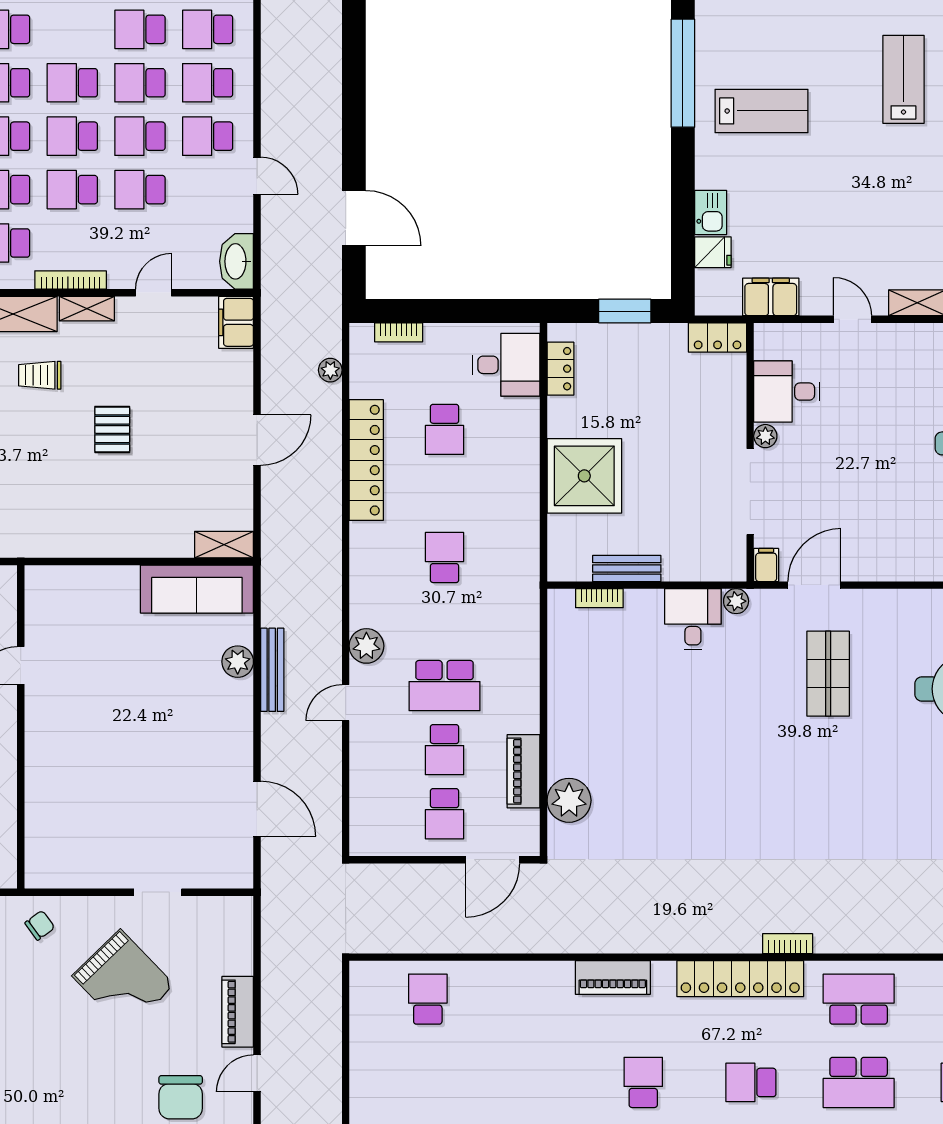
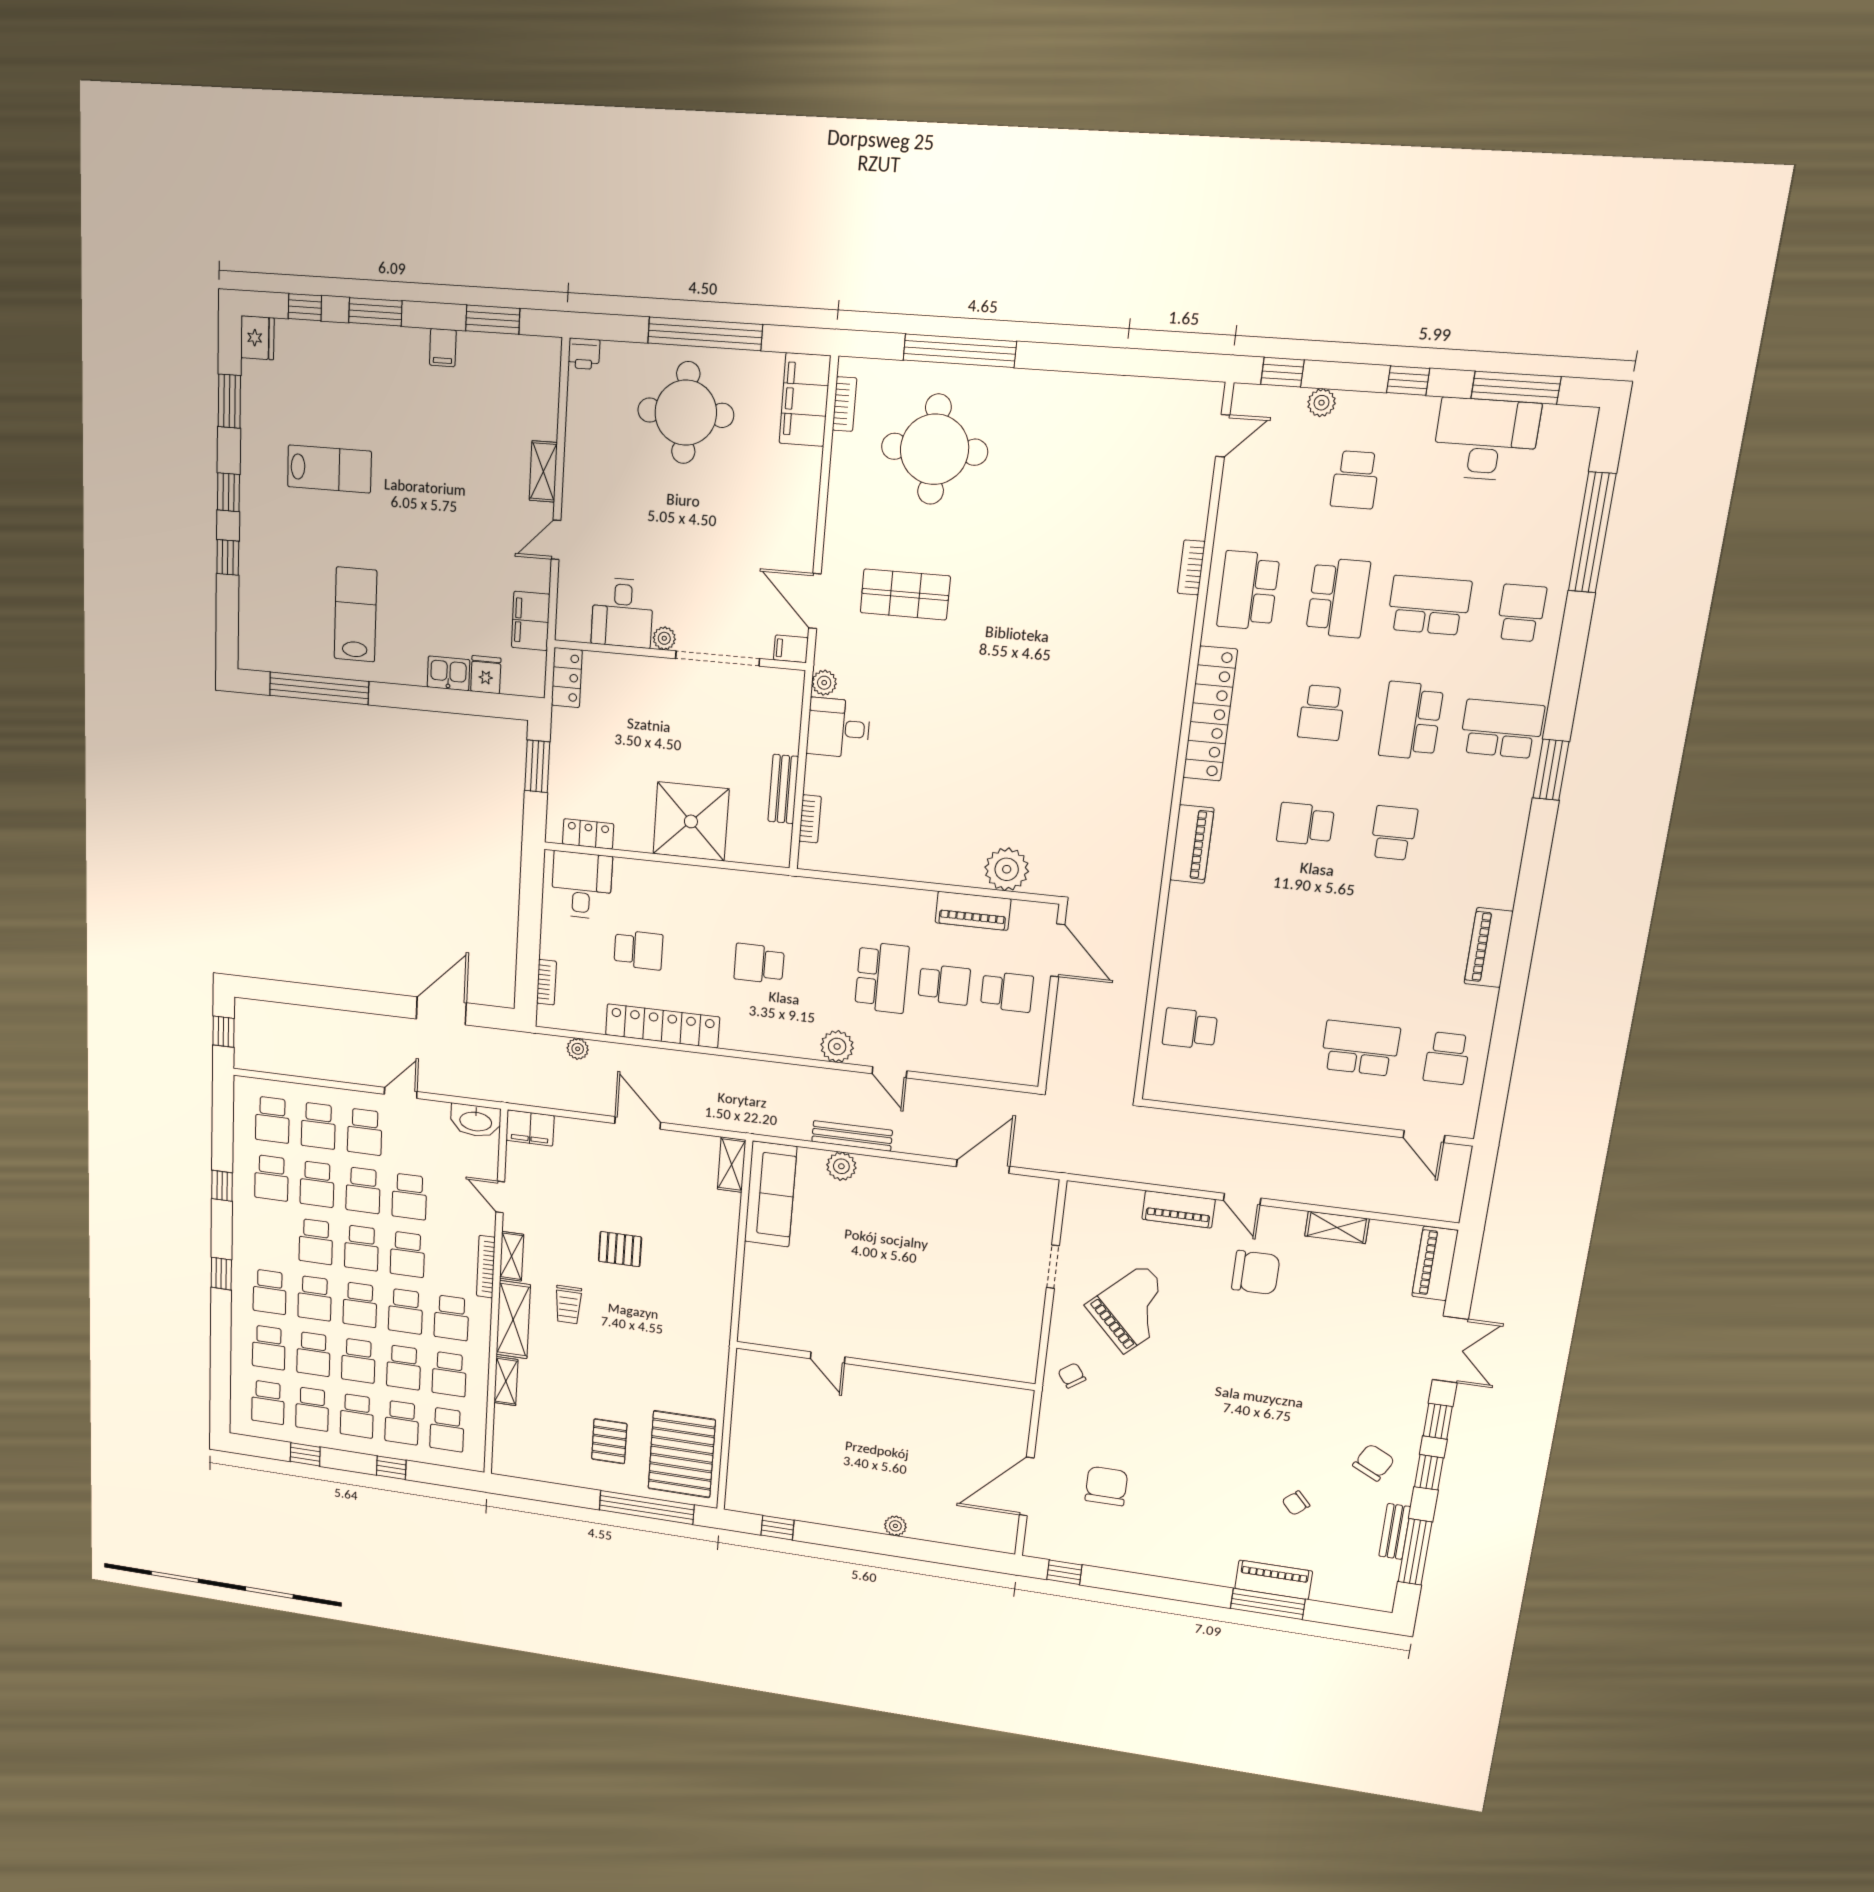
lab bench: (903, 79) -> (329, 469), turned 180
bookcase: (788, 944) -> (1191, 567), moved

